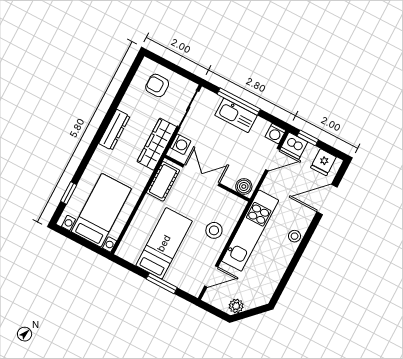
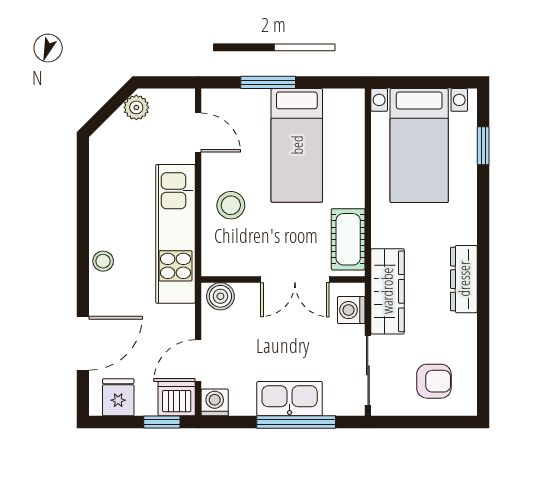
door: (211, 276) -> (198, 133), swing flipped

